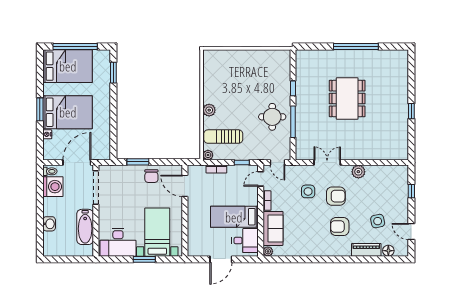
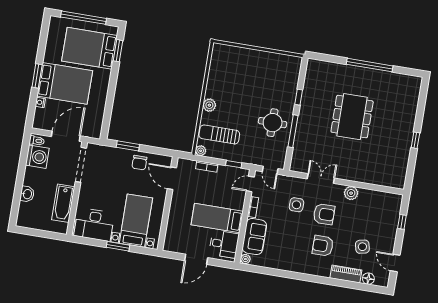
bed: (68, 66) -> (90, 48), moved, turned 180

